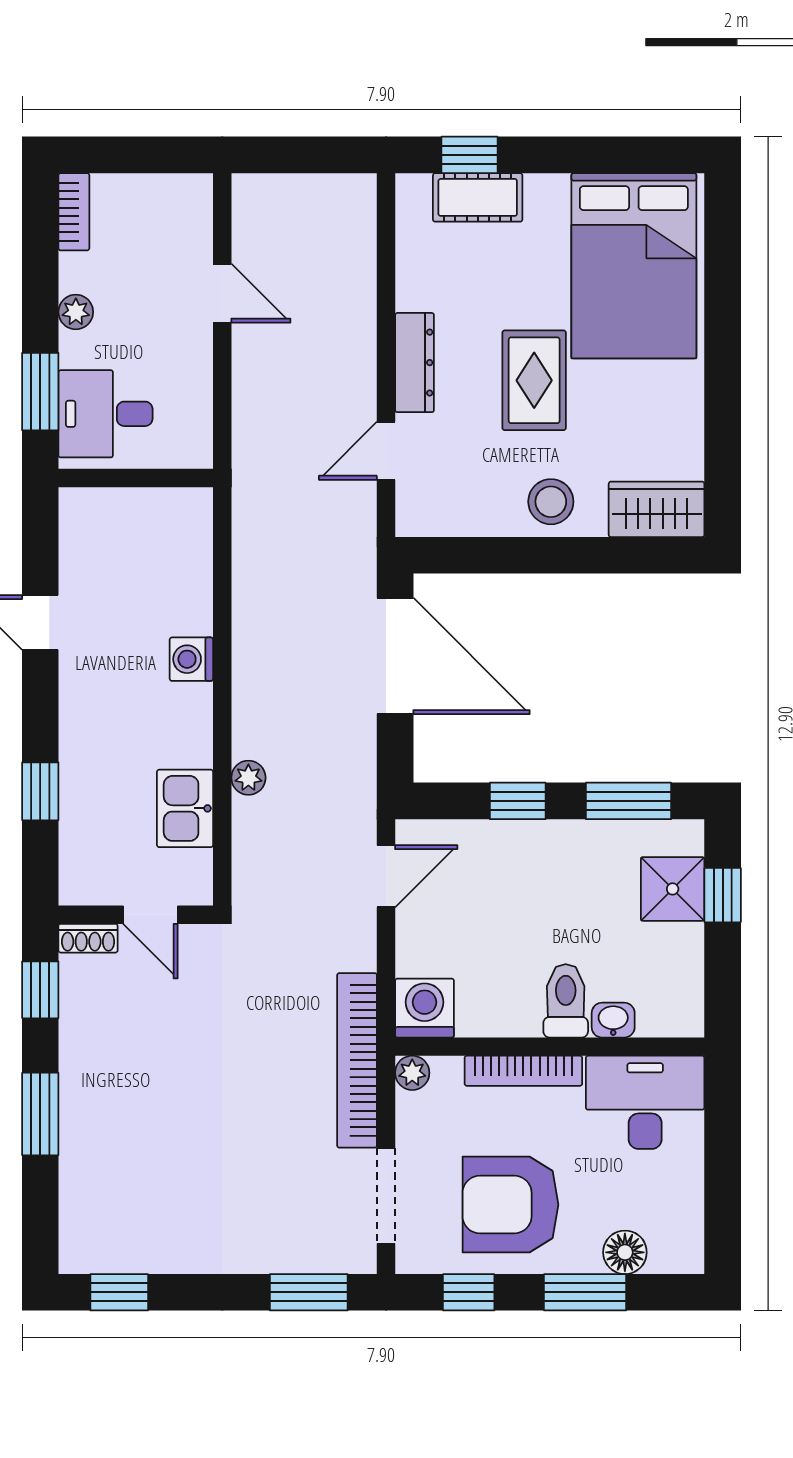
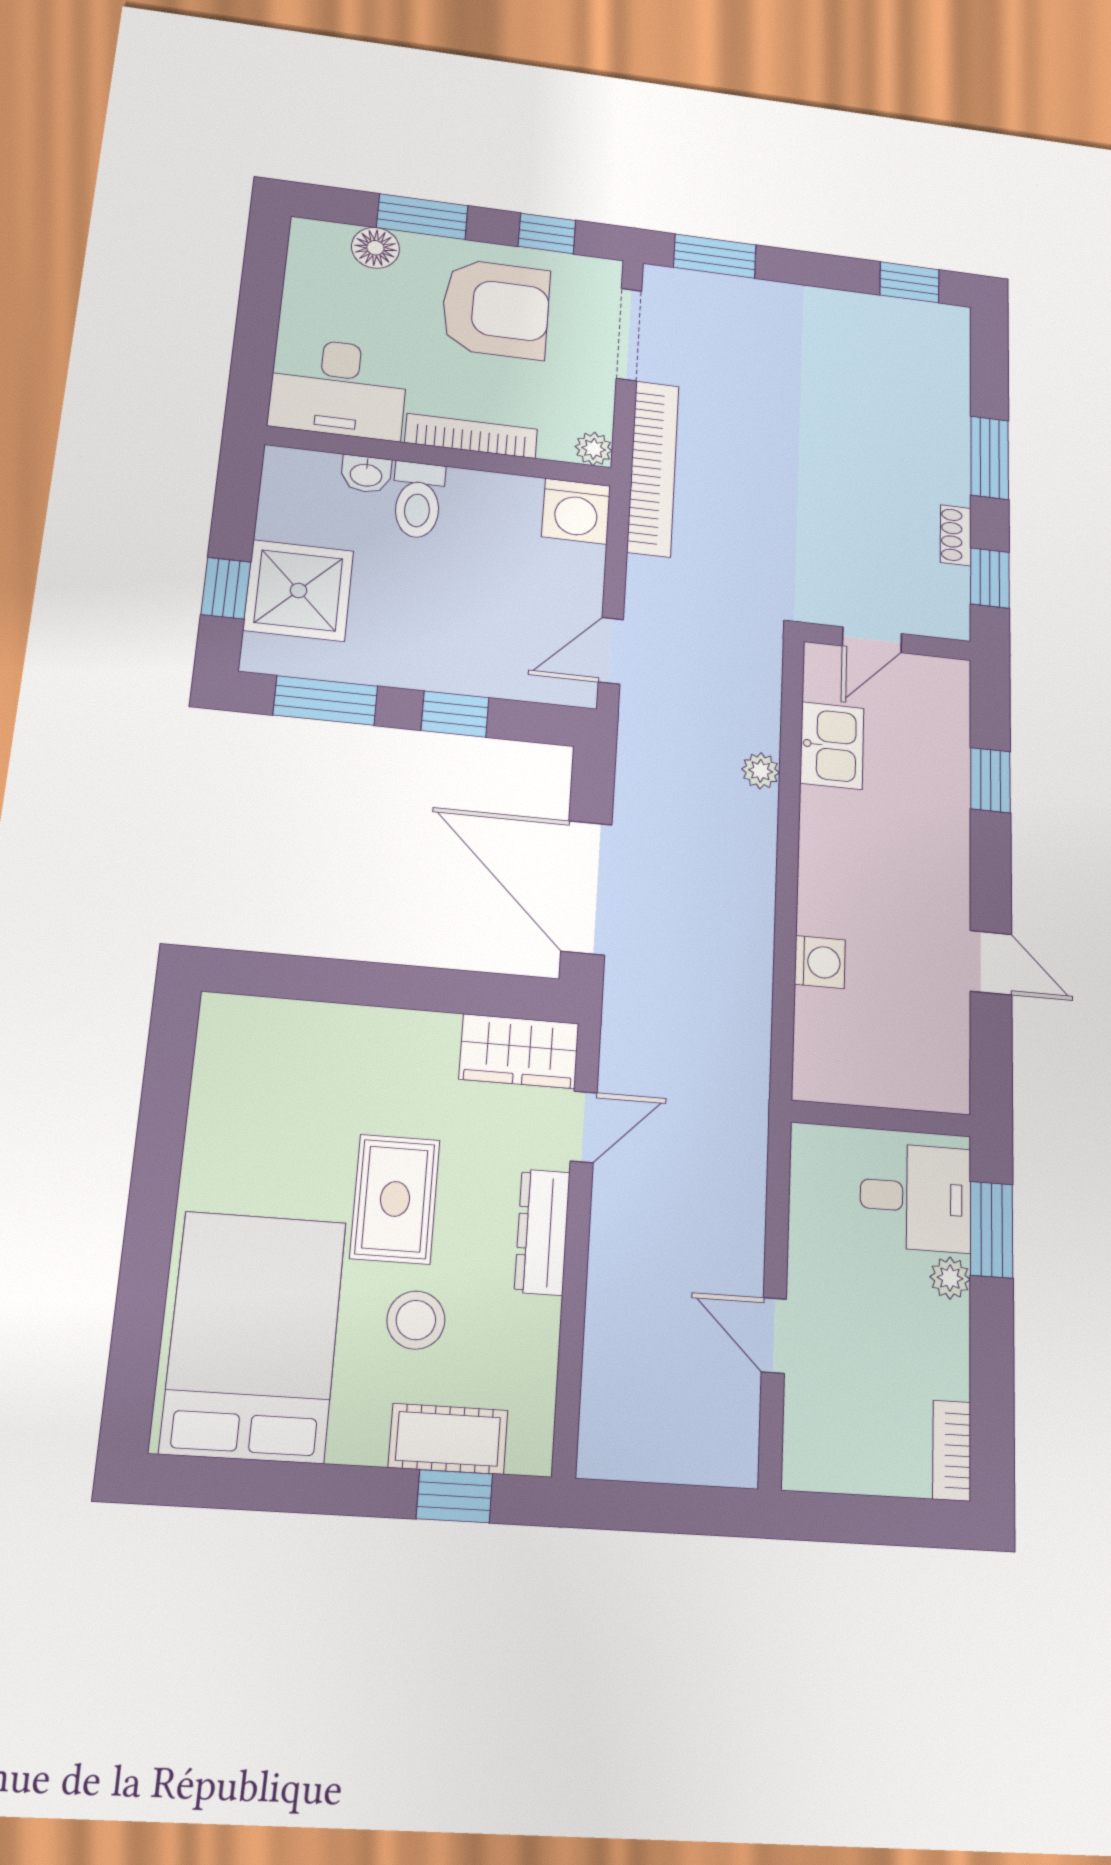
plant: (76, 312) -> (950, 1278), moved
stool: (551, 502) -> (416, 1320), moved
wardrobe: (657, 509) -> (519, 1051), moved
washing machine: (191, 659) -> (820, 962), moved
shower: (673, 889) -> (299, 590), width x1.36, depth x1.36
door: (150, 915) -> (872, 640), swing flipped
shoe rack: (88, 938) -> (956, 535), moved, turned -90

